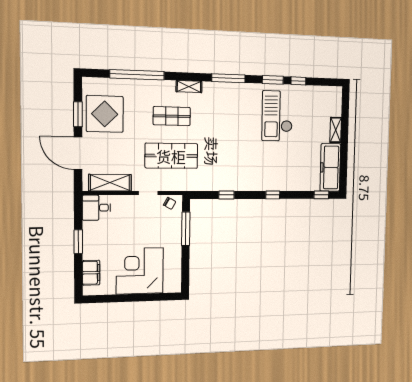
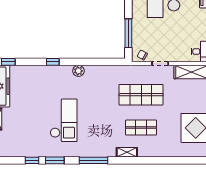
window: (137, 75) -> (170, 160), removed
checkout: (277, 116) -> (64, 120), moved
plant: (244, 185) -> (78, 71), added
window: (226, 195) -> (94, 62), removed

